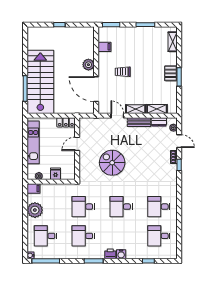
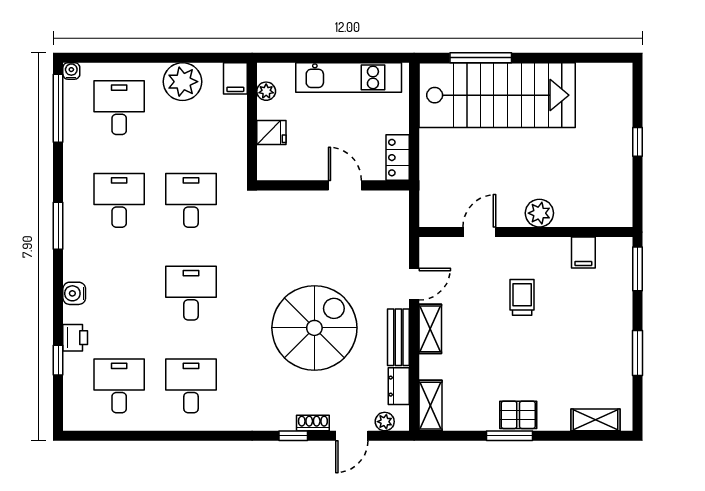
door: (96, 89) -> (479, 232), width x0.53
shelving: (157, 109) -> (430, 406), moved
spiral stairs: (112, 163) -> (314, 328), moved, width x1.37, depth x1.37
printer: (110, 254) -> (75, 338), moved

